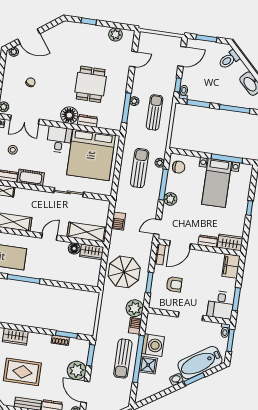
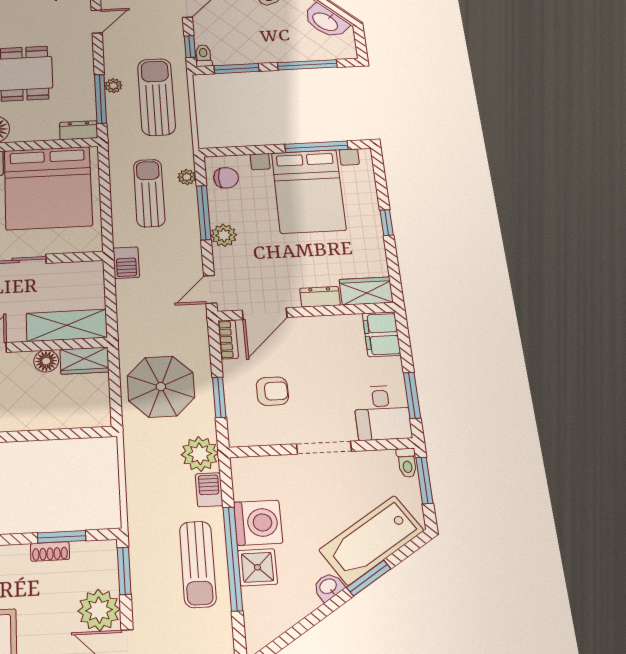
sun lounger: (155, 112) -> (156, 97), width x1.36, depth x1.34
dresser: (88, 121) -> (79, 130), moved
bed with nightstands: (217, 183) -> (309, 191), width x1.36
barbecue: (118, 221) -> (126, 263), moved

